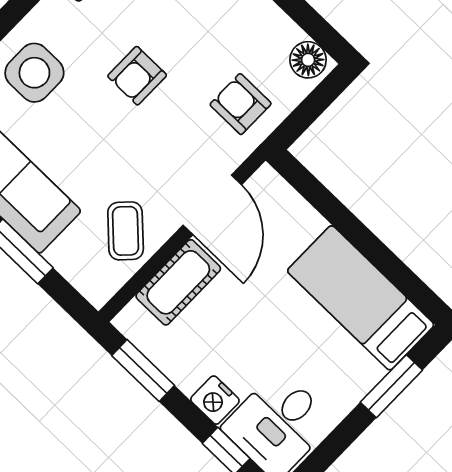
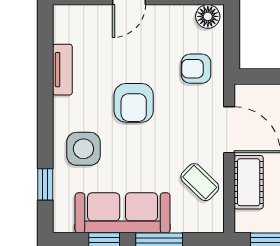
armchair: (137, 76) -> (134, 103), width x1.38, depth x1.38

